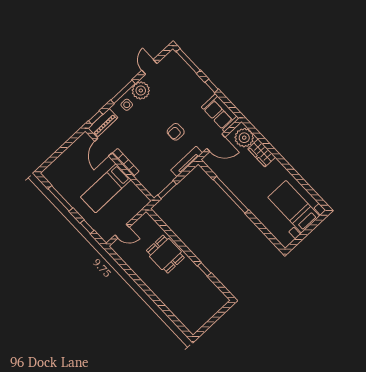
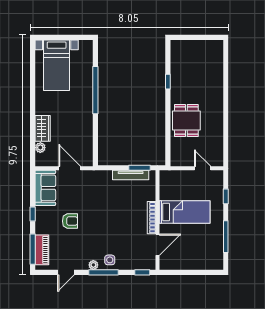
plant: (141, 90) -> (93, 265), width x0.53, depth x0.53
piano: (103, 123) -> (42, 250), moved, turned 90
armchair: (176, 132) -> (70, 221), moved
plant: (244, 138) -> (40, 148), width x0.53, depth x0.53
tv unit: (187, 161) -> (131, 175), moved
window: (231, 195) -> (95, 90), moved

